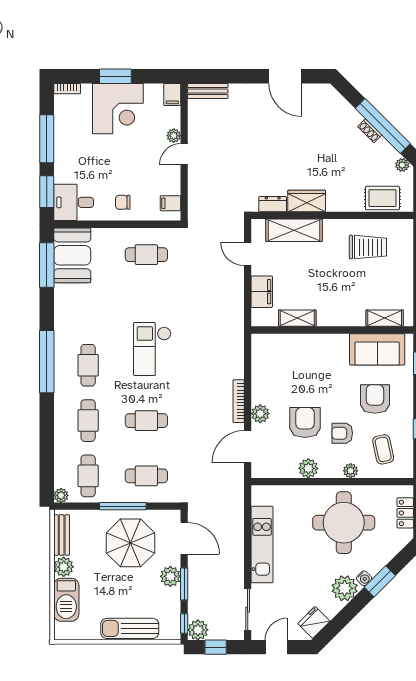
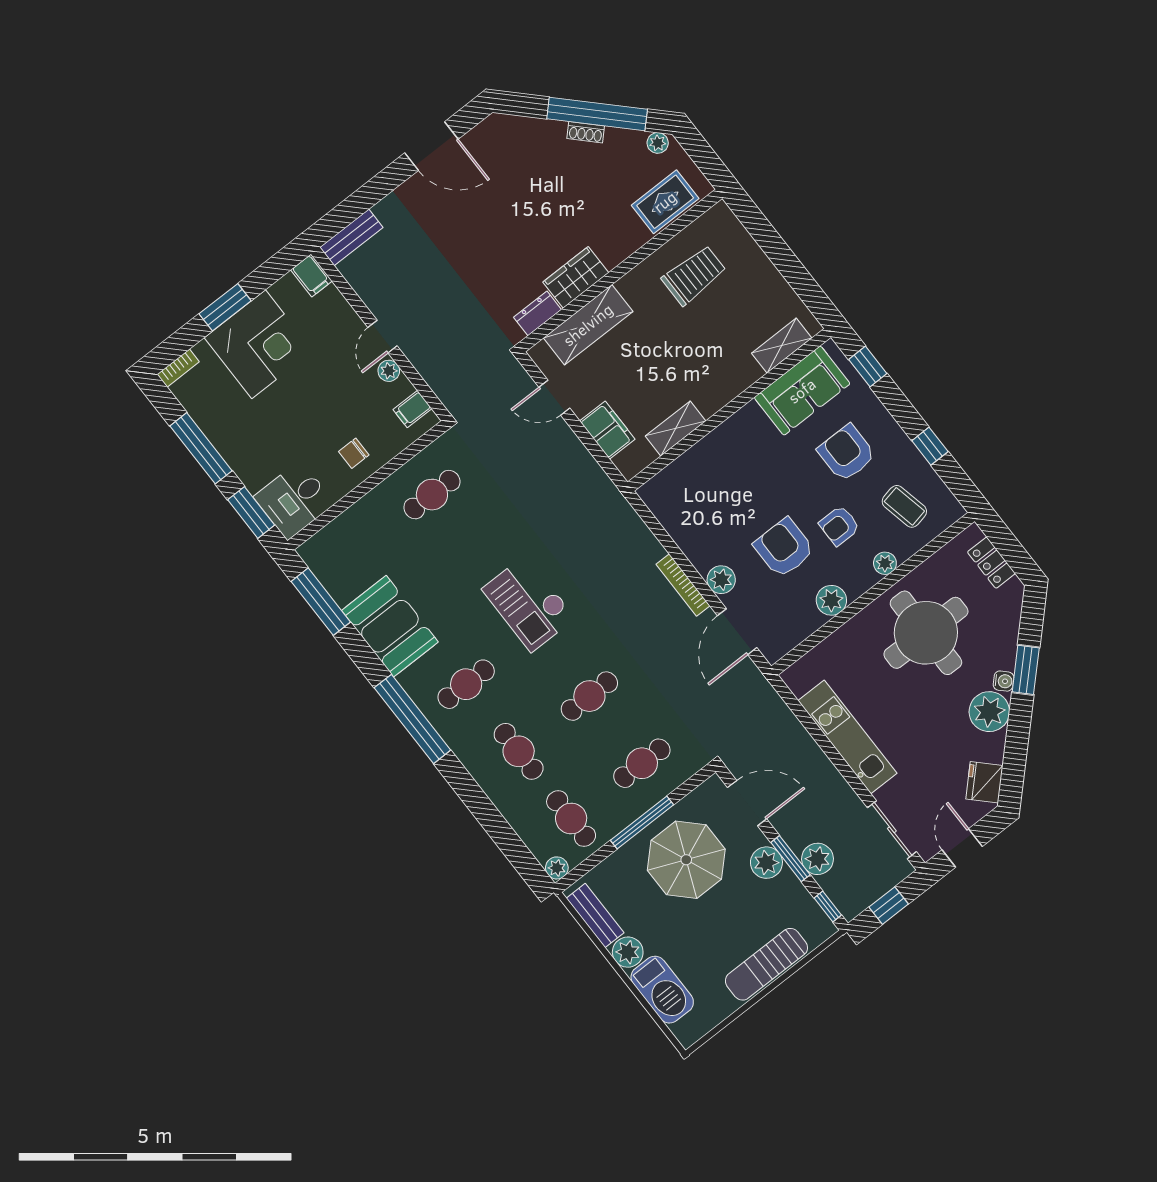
plant: (174, 136) -> (389, 371), moved
booth: (72, 255) -> (390, 626), moved
cafe table: (88, 365) -> (466, 684), turned 90
plant: (198, 630) -> (817, 859), moved

